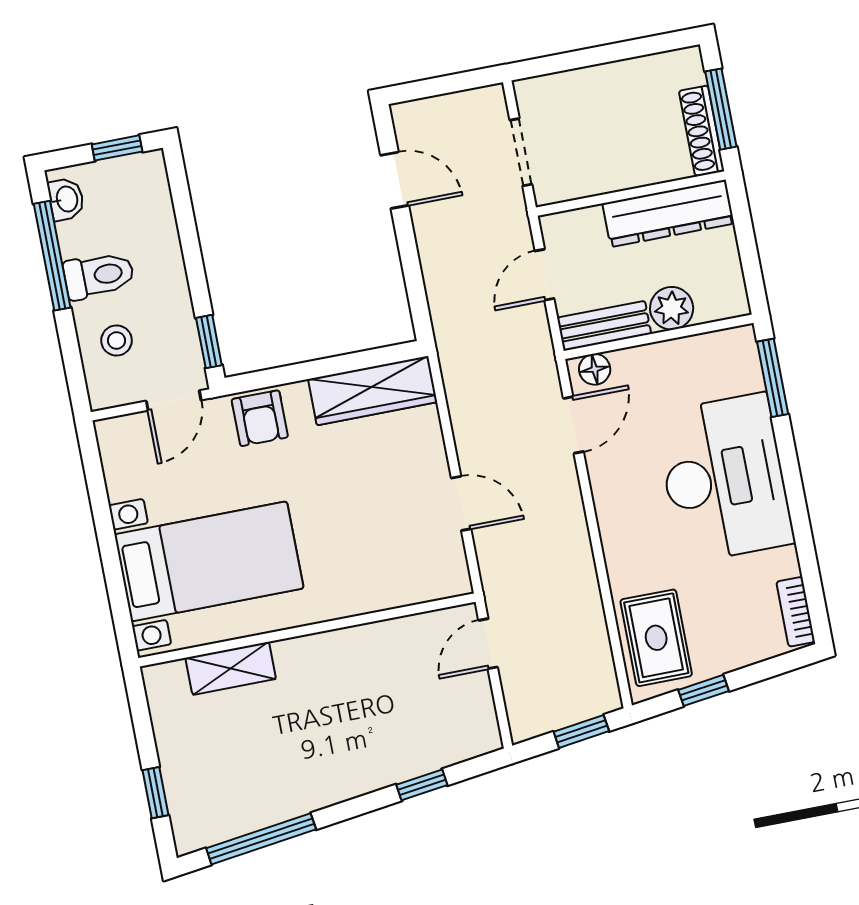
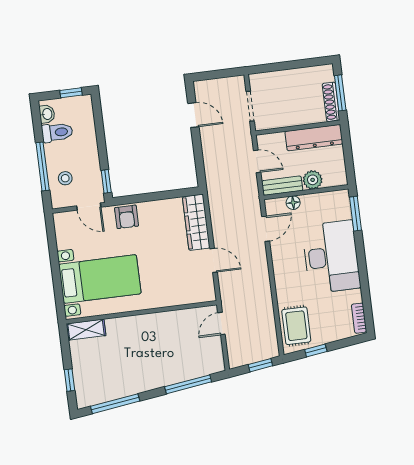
window: (52, 256) -> (43, 166), moved
toilet: (99, 275) -> (57, 132), moved
door: (545, 275) -> (257, 161), swing flipped
floor lamp: (595, 369) -> (293, 203), moved
wardrobe: (373, 391) -> (196, 222), moved, turned 90
door: (174, 401) -> (89, 207), hinge flipped
shelving: (231, 668) -> (86, 330), moved
window: (422, 785) -> (188, 384), width x2.17

